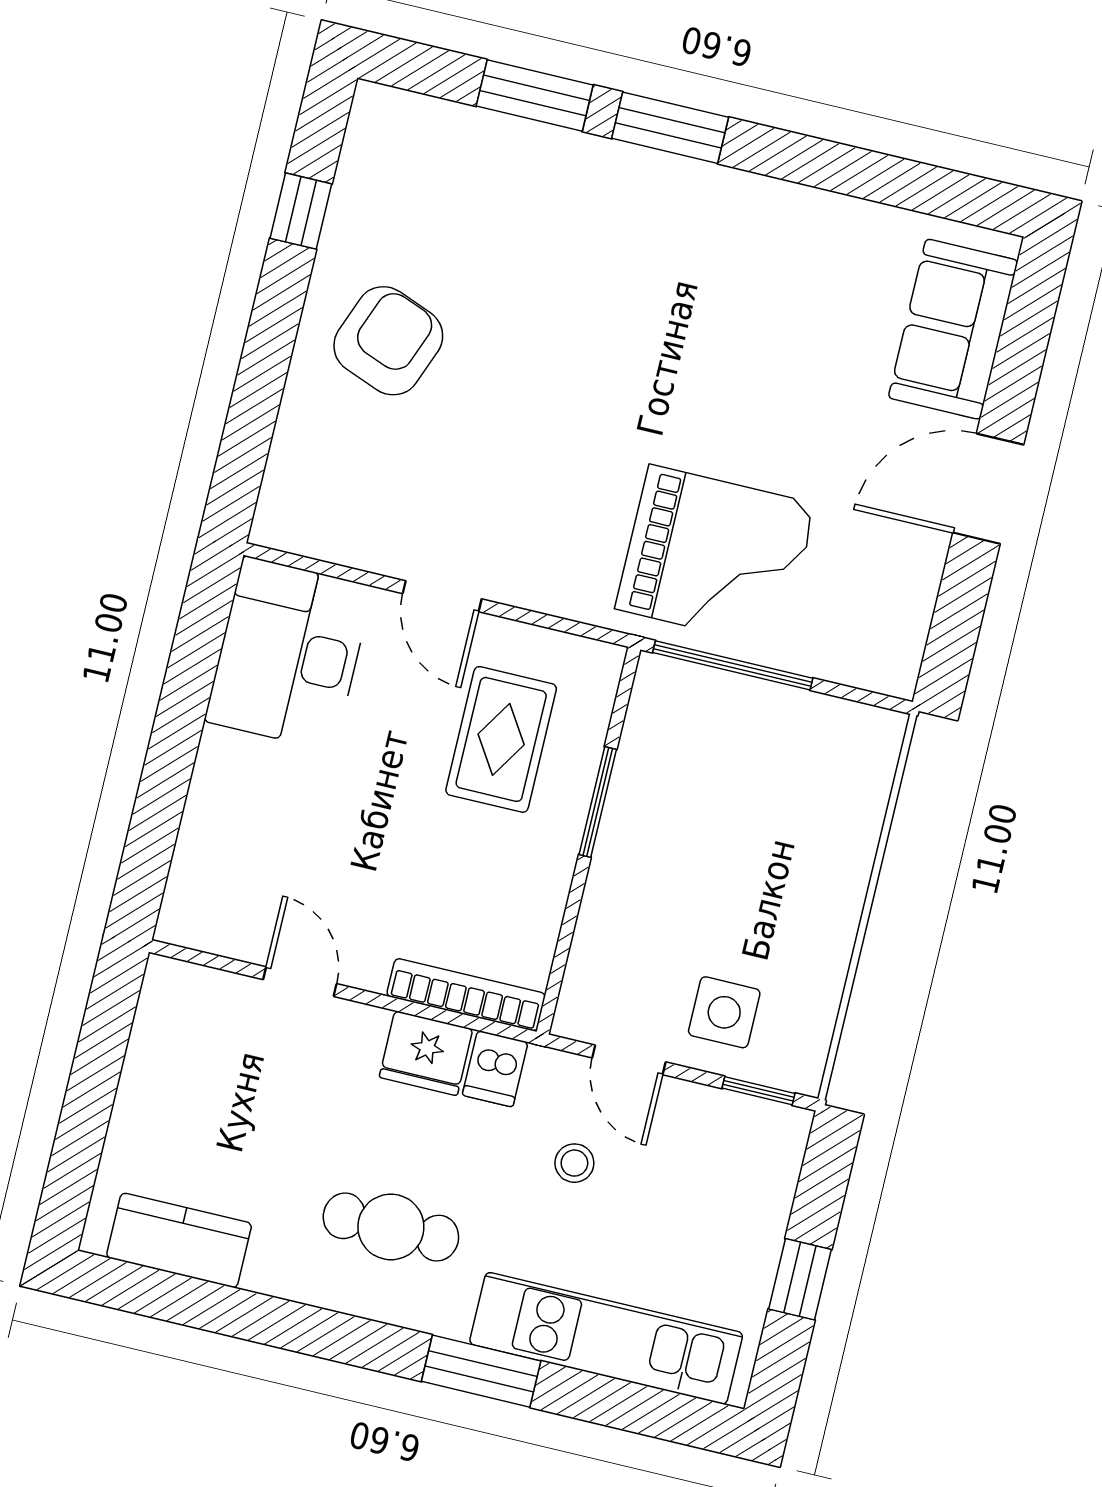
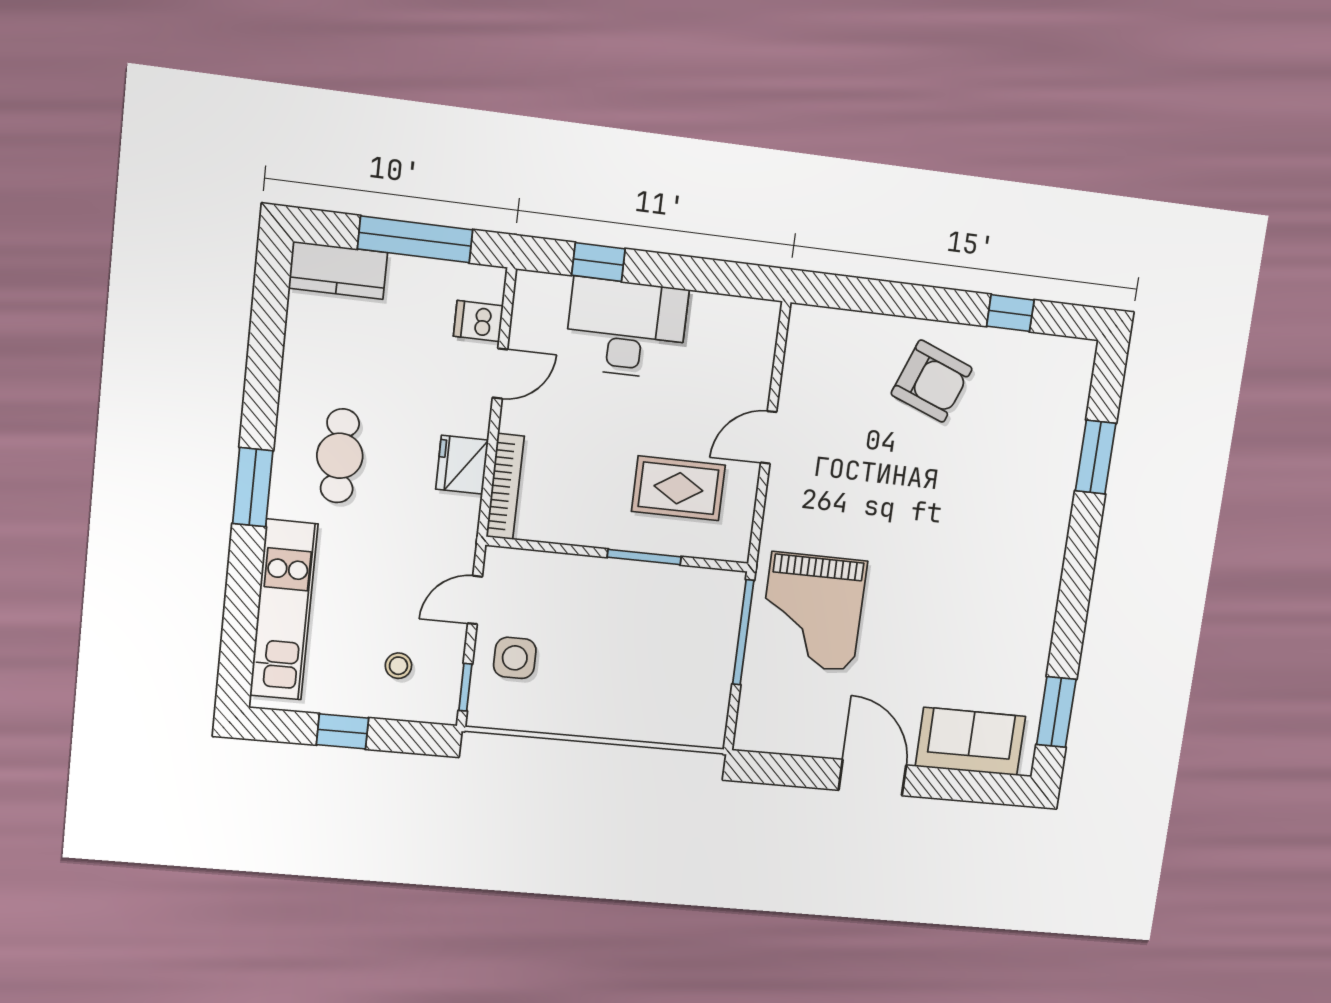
window: (670, 128) -> (1056, 712), moved
desk: (289, 654) -> (626, 328), moved
window: (156, 820) -> (598, 262), added
dishwasher: (495, 1069) -> (478, 321), moved
window: (94, 1078) -> (415, 239), added
stool: (574, 1163) -> (398, 666), moved
kitchen counter: (179, 1240) -> (338, 270), moved, turned 90
window: (481, 1371) -> (253, 487), moved

